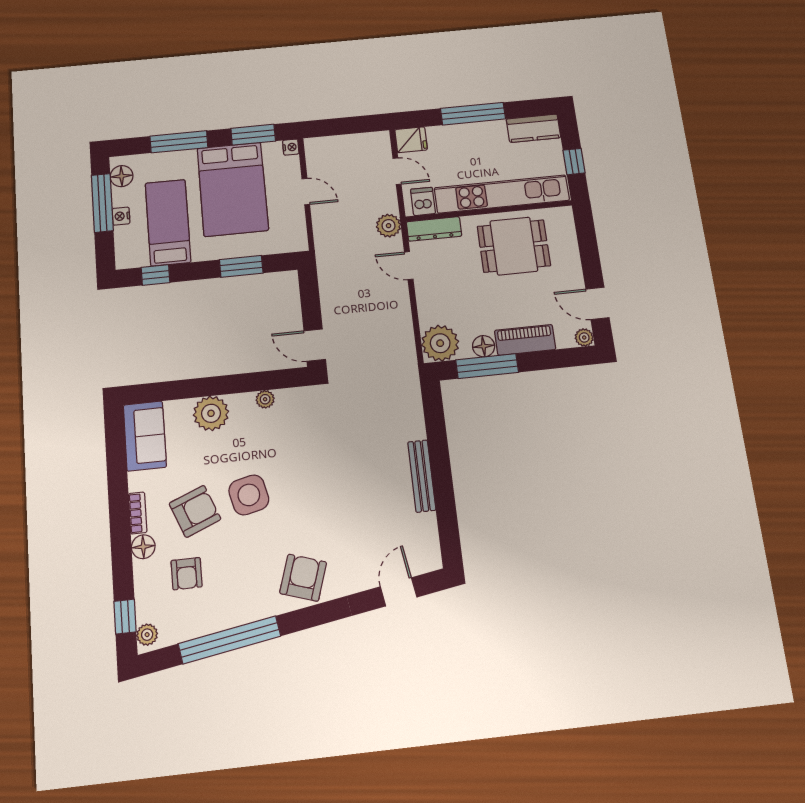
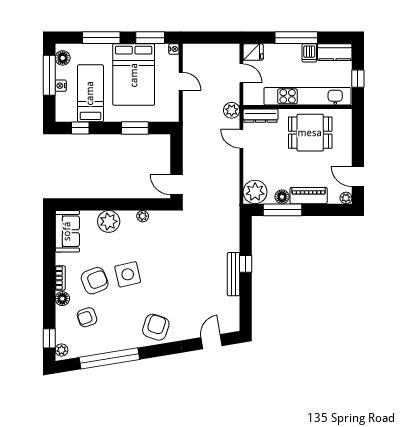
dishwasher: (423, 201) -> (309, 53), moved, turned 180
window: (439, 457) -> (246, 264), added
armchair: (187, 574) -> (87, 317), turned 71

